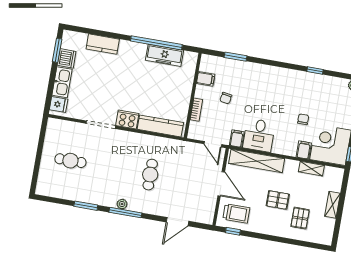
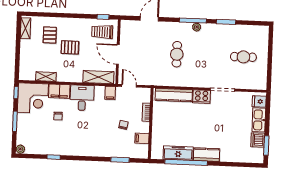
kitchen counter: (103, 44) -> (206, 155), moved
desk: (259, 135) -> (82, 98), moved
filing cabinet: (304, 150) -> (59, 91), width x2.00
shelving: (257, 161) -> (98, 77), width x0.68
shelving: (332, 205) -> (26, 28), moved

